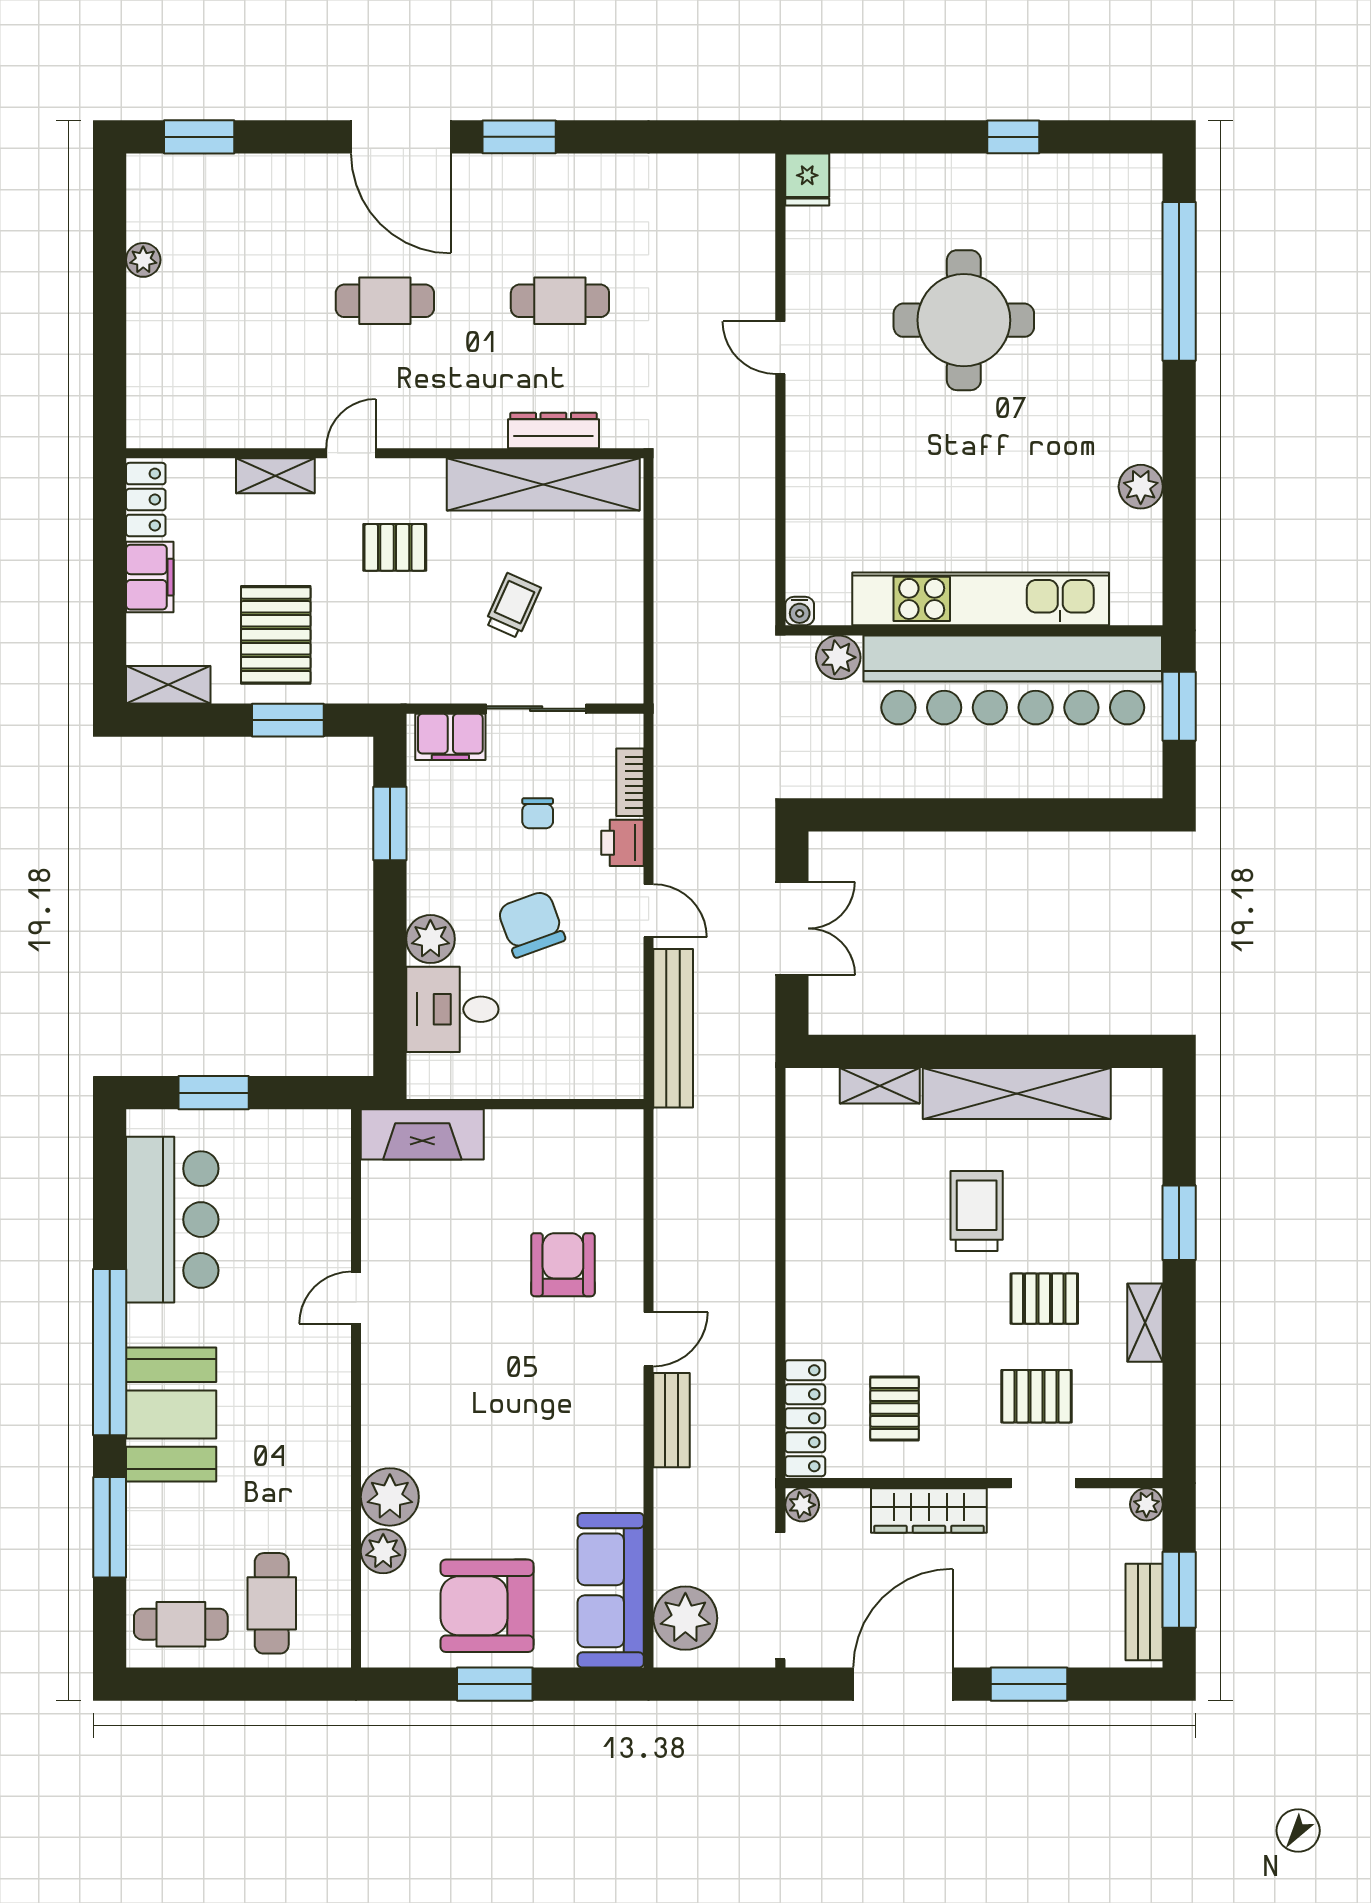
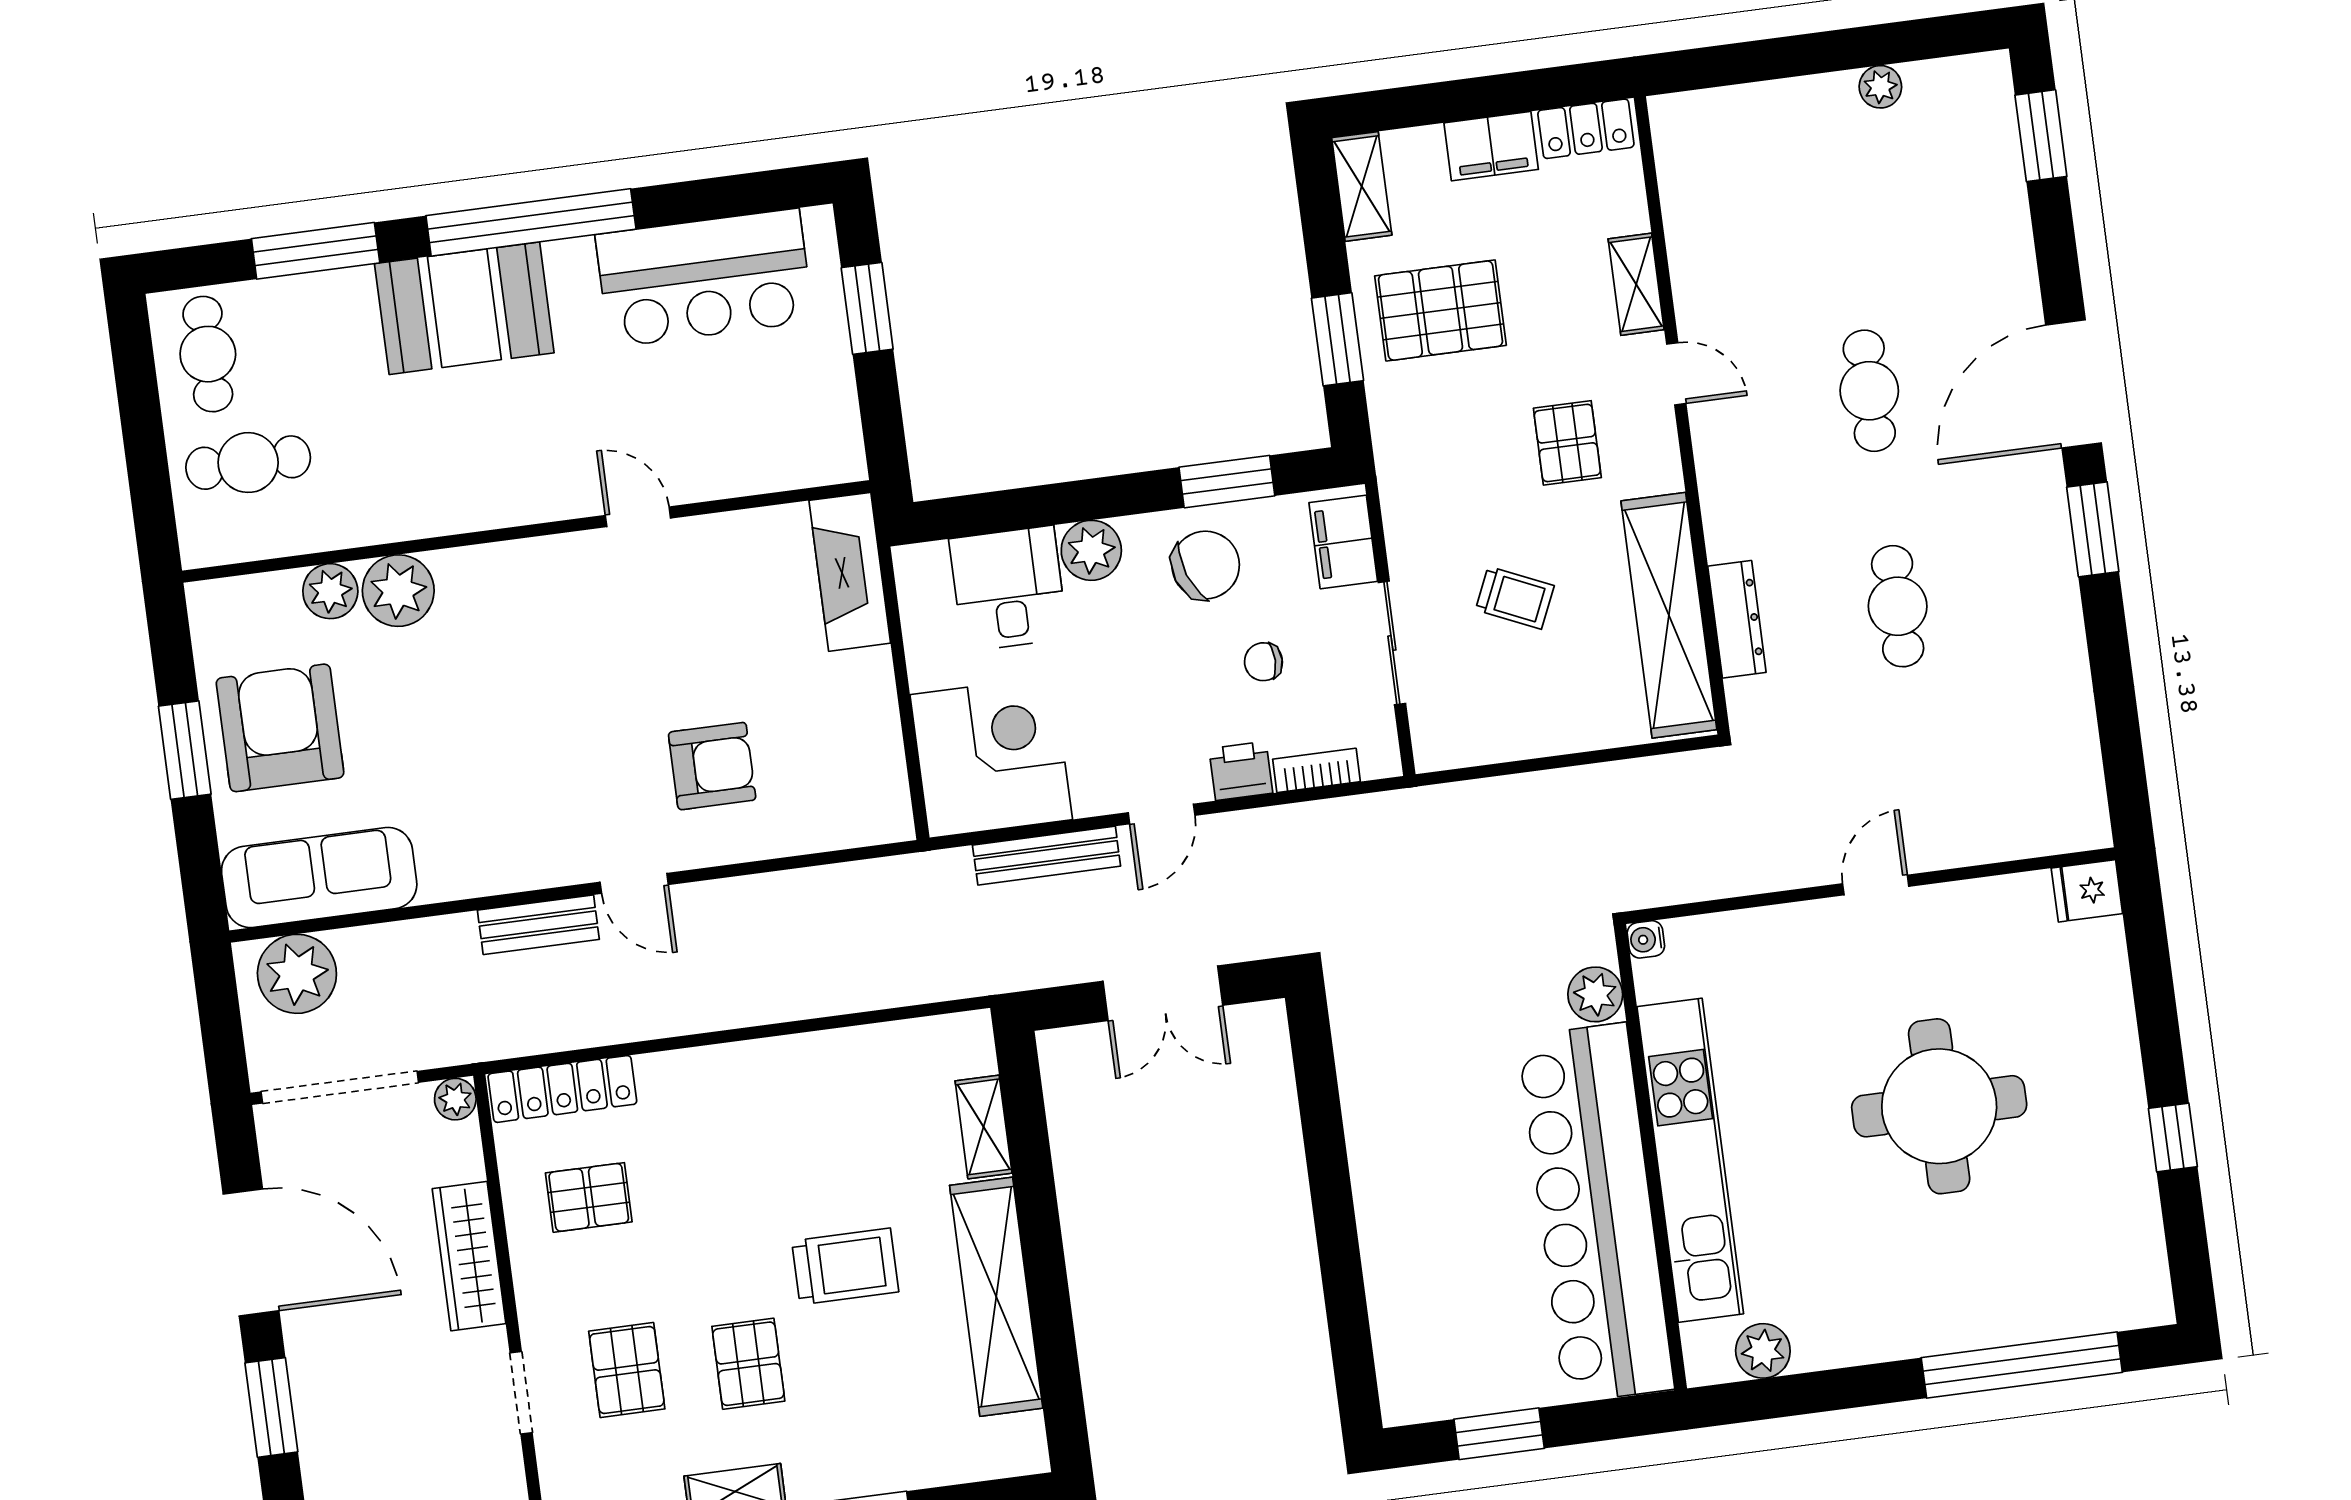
kitchen unit: (981, 599) -> (1690, 1160), moved
water cooler: (800, 611) -> (1646, 939), moved
wall: (974, 630) -> (1650, 1157), moved
plant: (838, 657) -> (1595, 994), moved
bar counter: (1013, 680) -> (1596, 1213), moved
chair: (531, 924) -> (1206, 565), moved
bench: (673, 1028) -> (1047, 856), width x0.73, depth x0.82
corner desk: (585, 1041) -> (991, 757), added

